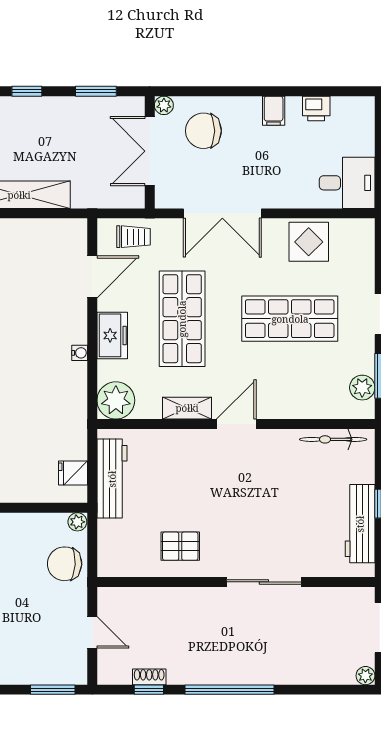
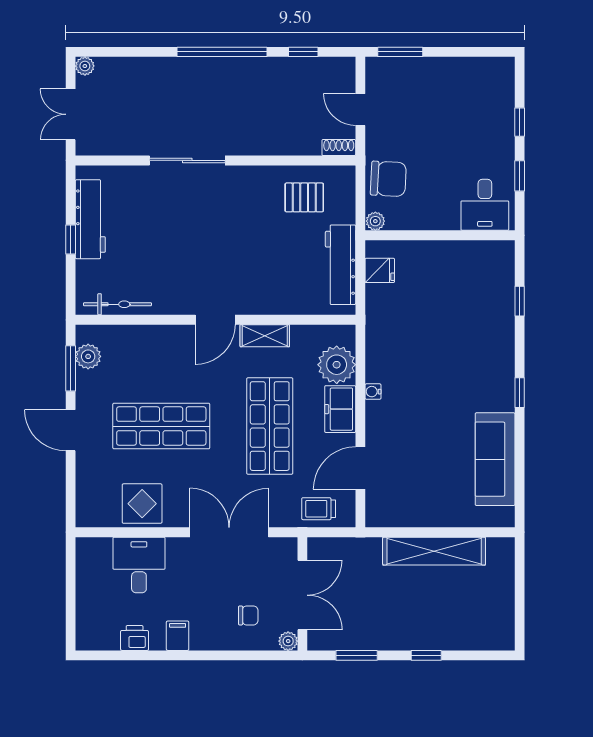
chair: (203, 131) -> (248, 615), width x0.54, depth x0.54
desk: (347, 183) -> (139, 565), moved, turned 90
plant: (116, 400) -> (337, 365), moved
pallet: (180, 546) -> (304, 197), moved
shoe rack: (149, 677) -> (339, 148), moved, turned 180

